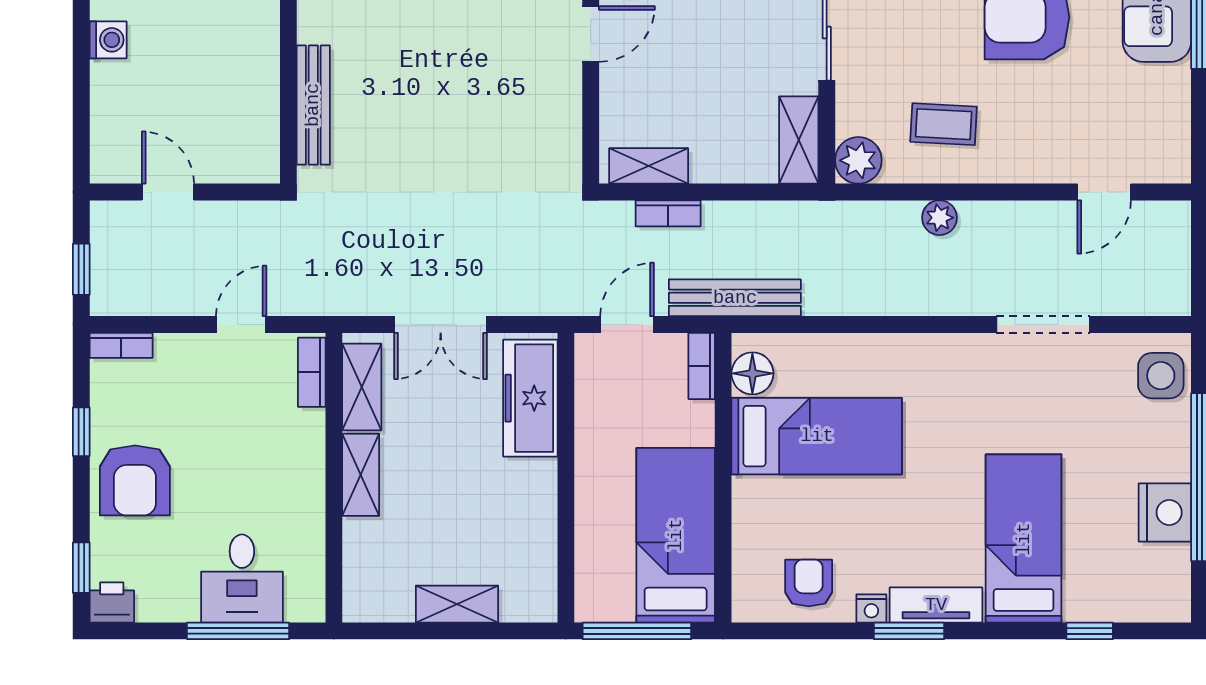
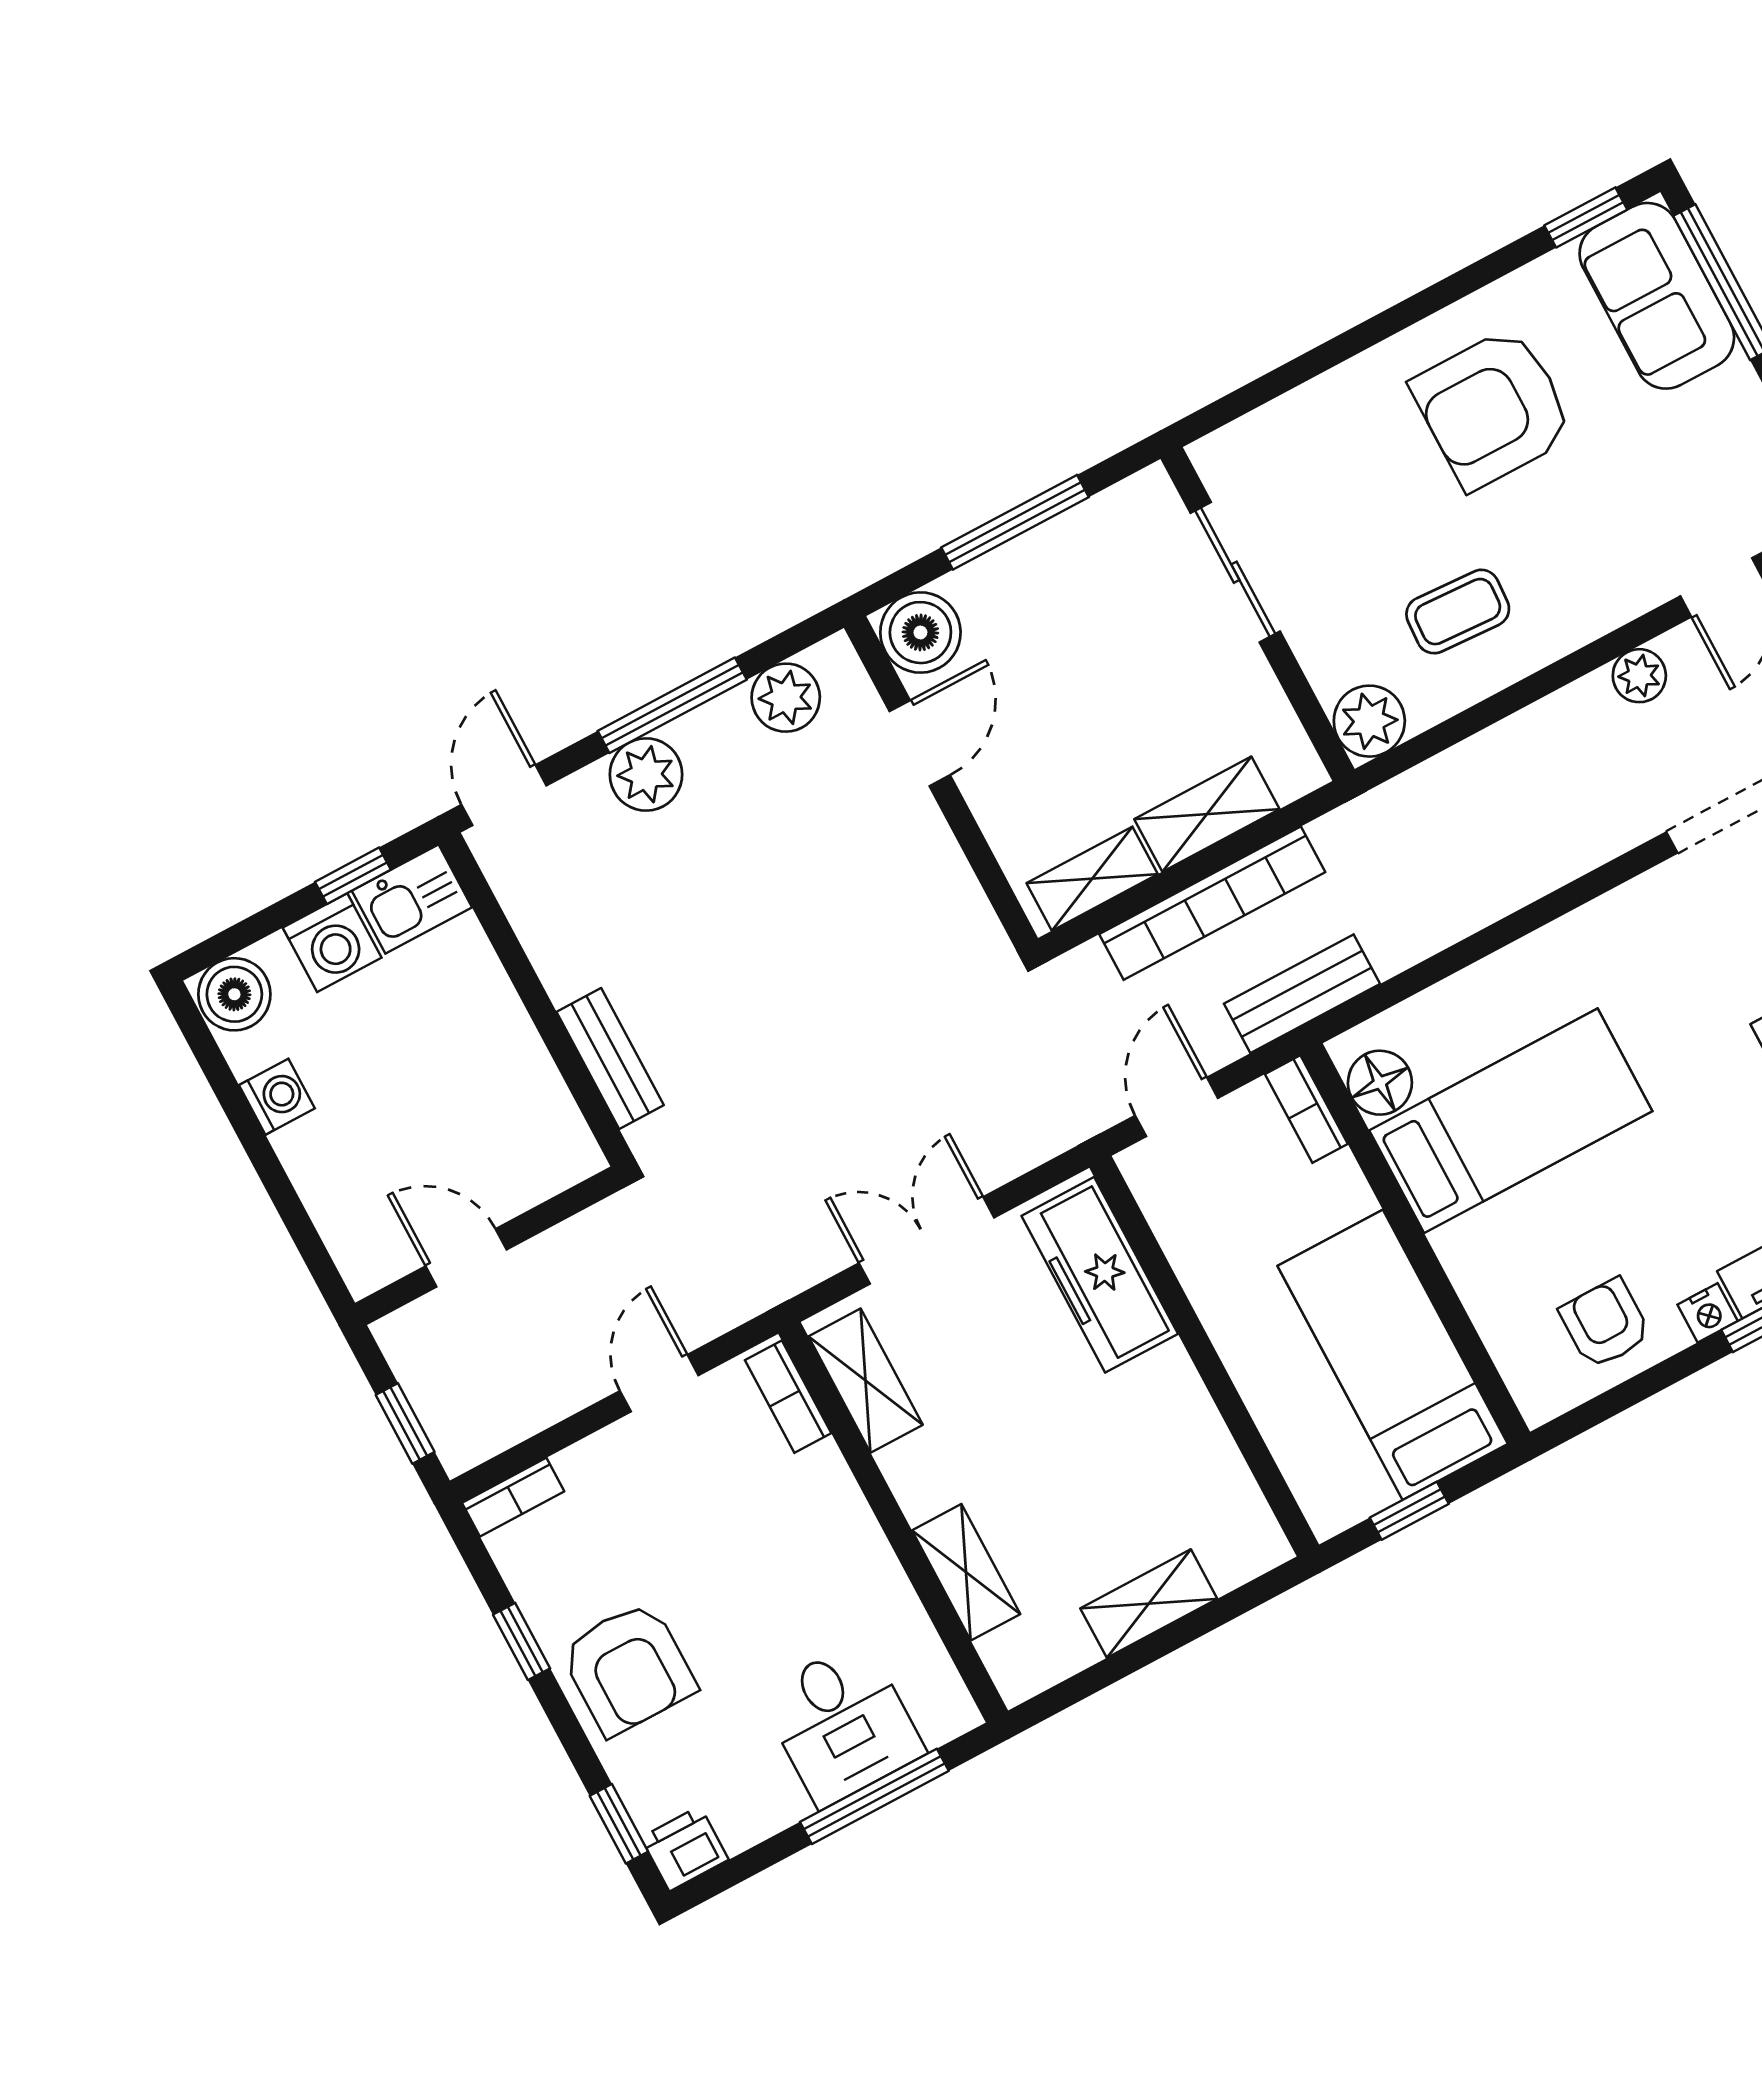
bench: (313, 105) -> (610, 1058), width x0.73
shelving: (799, 140) -> (1207, 814), moved, turned 90
bookcase: (668, 213) -> (1212, 903), width x2.31, depth x1.31
plant: (939, 218) -> (1639, 676), moved
bench: (735, 298) -> (1302, 994), width x0.73
double door: (441, 324) -> (927, 1240), swing flipped
shelving: (361, 475) -> (966, 1572), moved
window: (637, 631) -> (1409, 1511), width x0.46

